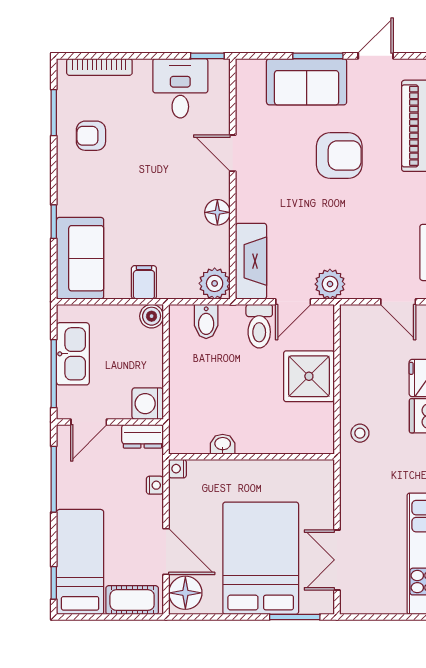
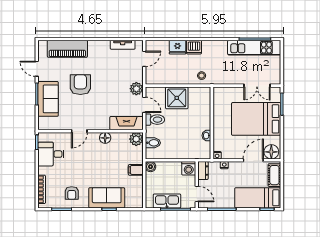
sofa: (80, 258) -> (107, 198), moved

